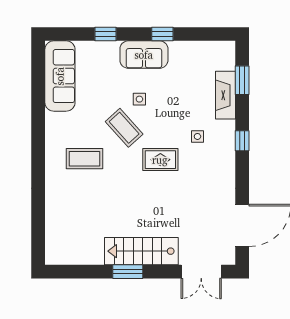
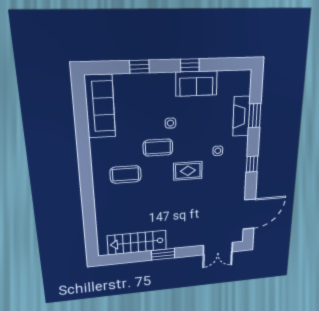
sofa: (144, 55) -> (196, 84), moved
window: (242, 80) -> (255, 116), moved
coffee table: (124, 128) -> (158, 148), turned -48
window: (242, 141) -> (252, 164), moved
stairs: (141, 251) -> (137, 243), moved

